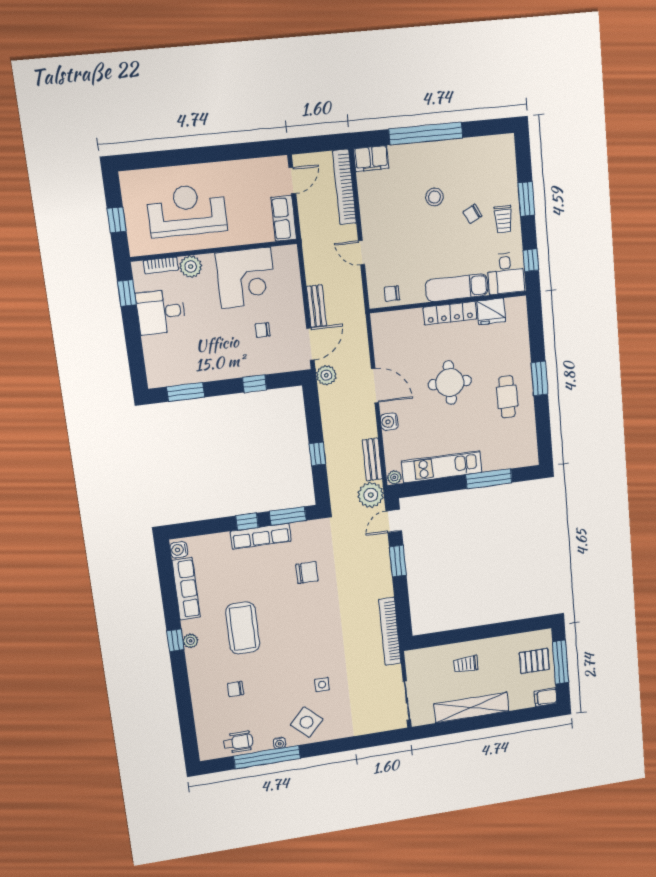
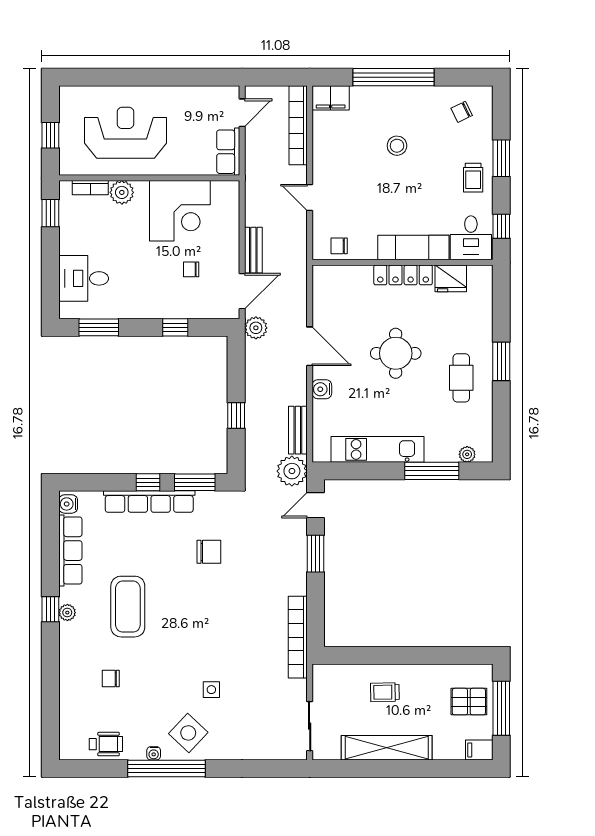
chair: (472, 214) -> (462, 112), moved
desk: (161, 312) -> (84, 278), moved
plant: (394, 477) -> (467, 454), moved
row of seats: (261, 536) -> (149, 502), width x1.36
window: (267, 757) -> (166, 768), moved

